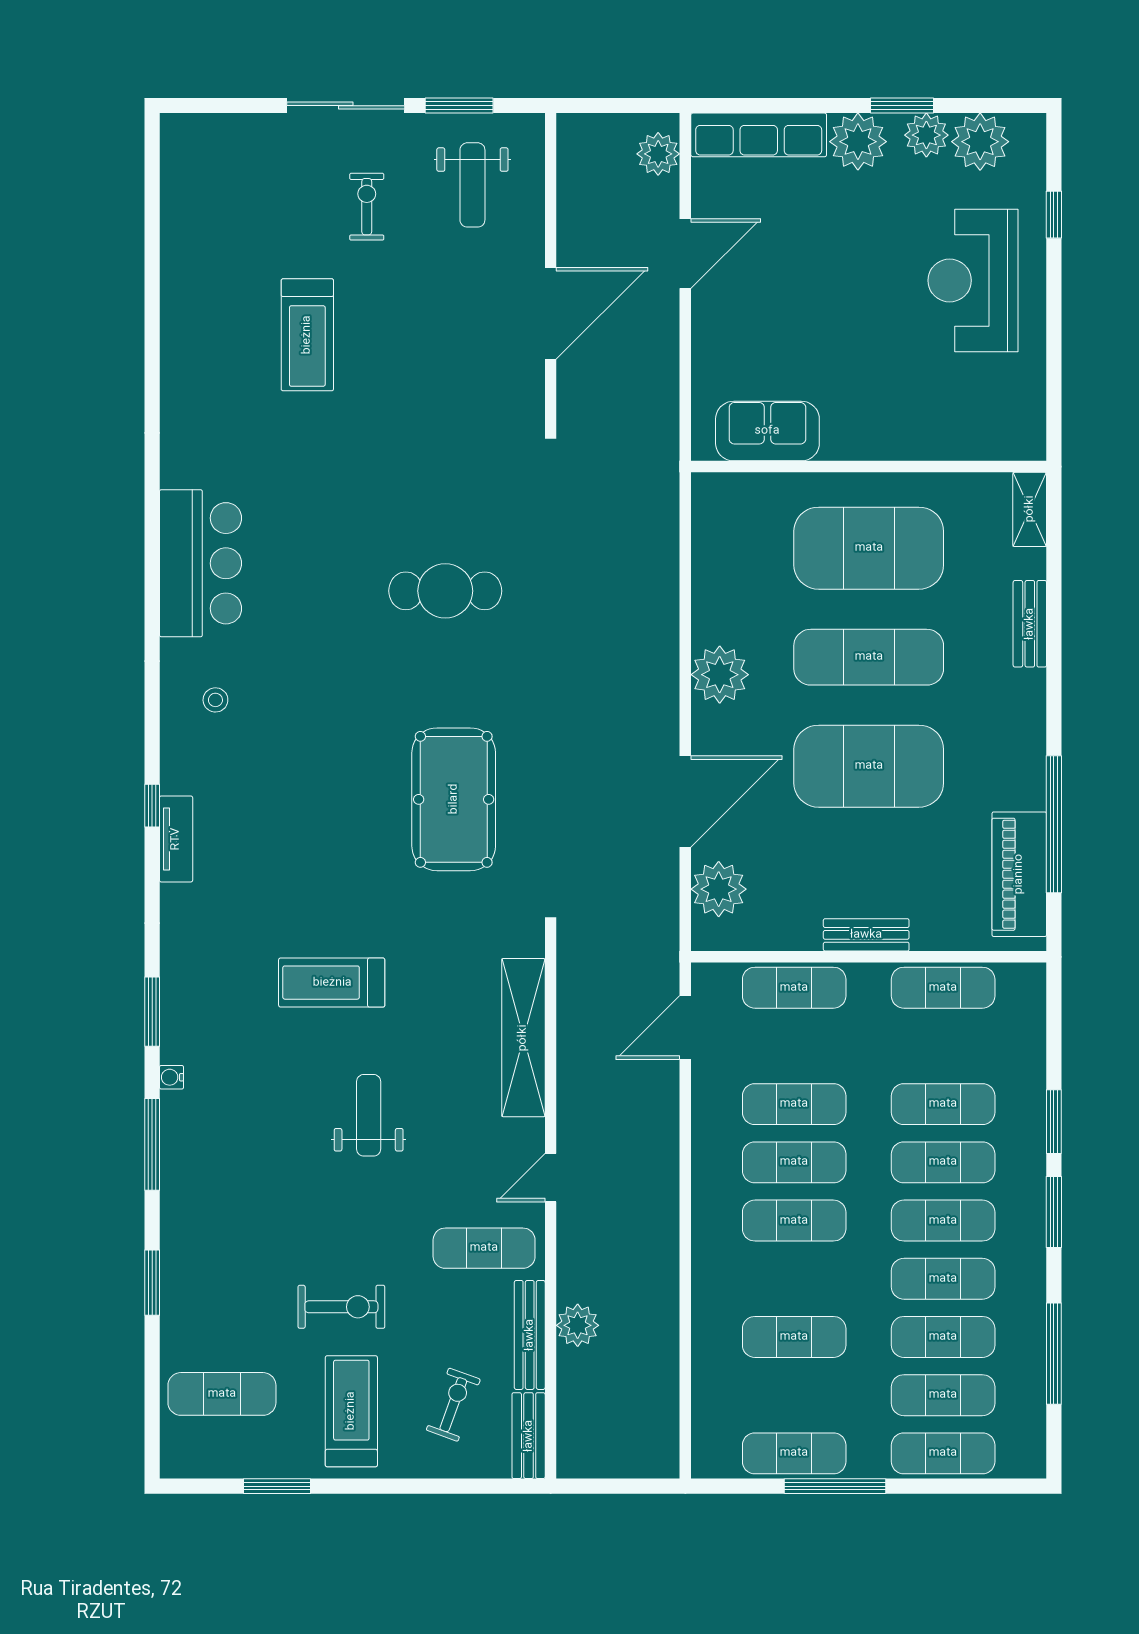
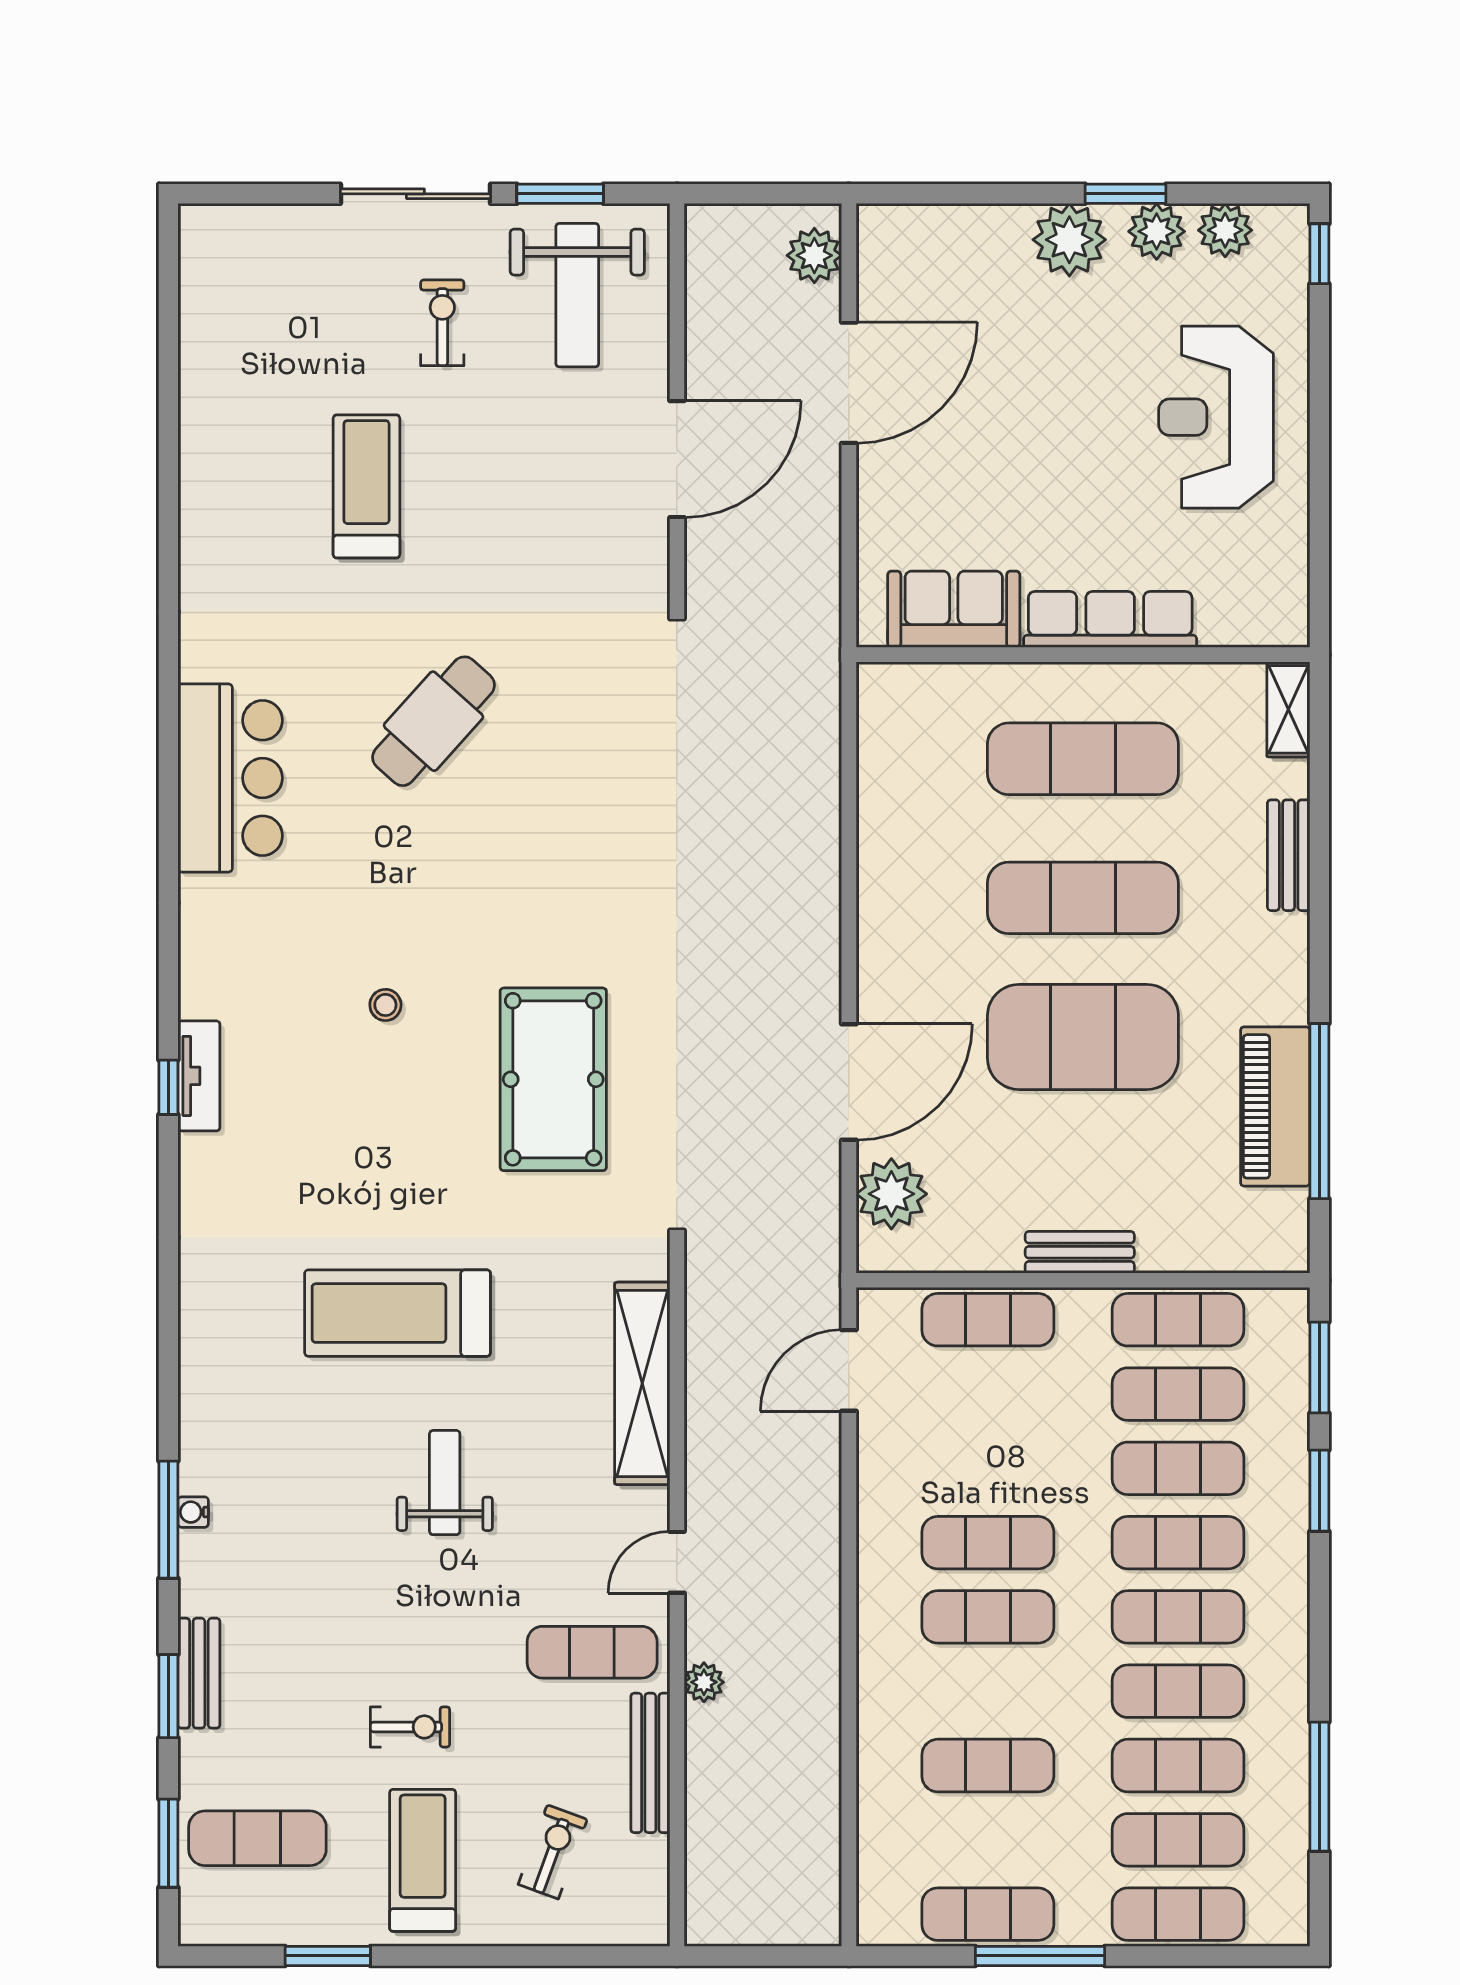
row of seats: (759, 135) -> (1110, 619), moved, turned 180
plant: (980, 142) -> (1225, 230), width x0.73, depth x0.73
weight bench: (472, 185) -> (577, 295), width x1.36, depth x1.33
window: (1054, 215) -> (1319, 254), moved
door: (685, 254) -> (849, 383), width x1.36
treadmill: (307, 335) -> (366, 486), turned 180
exercise mat: (869, 548) -> (1083, 759), width x0.68
cafe table: (445, 591) -> (434, 721), moved, turned -48
plant: (720, 675) -> (893, 920), removed
stool: (215, 700) -> (385, 1005), moved
tv unit: (176, 839) -> (199, 1076), moved
piano: (1019, 874) -> (1275, 1106), moved
treadmill: (332, 983) -> (398, 1313), width x1.37, depth x1.38
window: (152, 1012) -> (168, 1843), moved
water cooler: (172, 1077) -> (193, 1512), moved
exercise mat: (794, 1104) -> (1178, 1394), moved
window: (1054, 1212) -> (1319, 1367), moved
exercise bike: (341, 1307) -> (410, 1727), width x0.73, depth x0.72
plant: (578, 1325) -> (704, 1682), moved, width x0.73, depth x0.73
bench: (529, 1436) -> (199, 1673), moved

